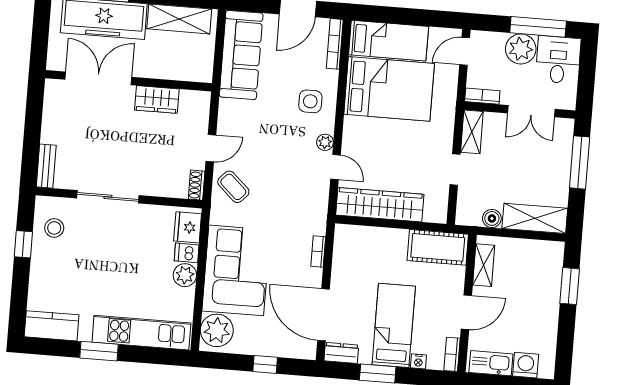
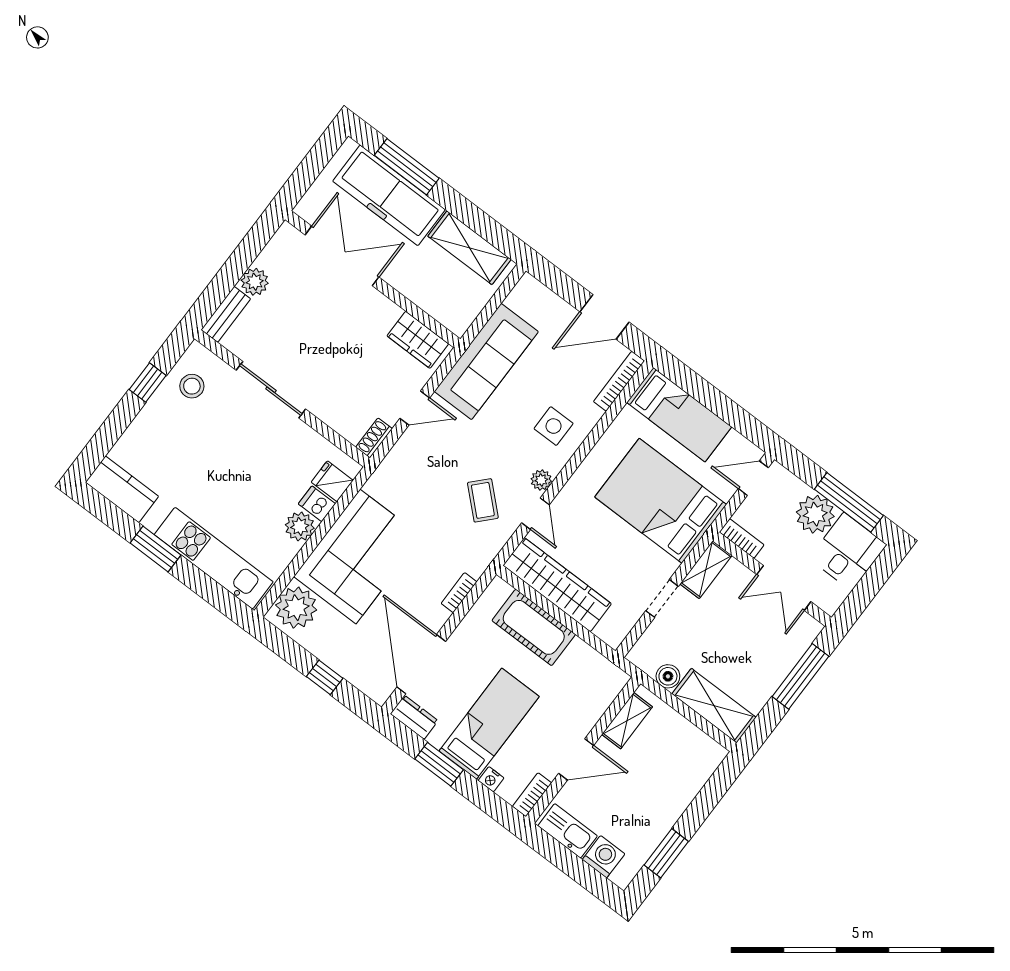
sofa: (241, 55) -> (486, 361), moved
bed: (389, 89) -> (661, 501), moved, turned 180
wardrobe: (157, 99) -> (418, 340), moved
plant: (52, 132) -> (255, 282), added
coffee table: (233, 187) -> (483, 500), moved
fridge: (188, 227) -> (332, 481), width x0.72
cot: (438, 247) -> (534, 627), moved
window: (570, 286) -> (666, 853), moved

